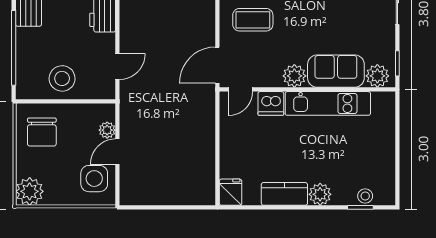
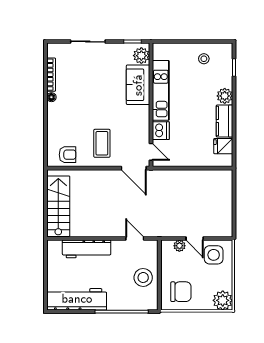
plant: (294, 76) -> (141, 114), removed
fridge: (231, 192) -> (223, 146), moved
stool: (365, 196) -> (204, 59), moved

